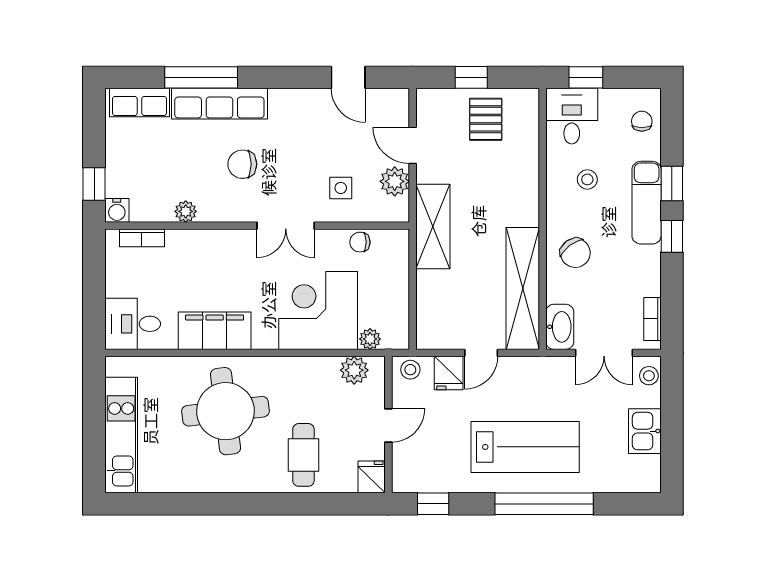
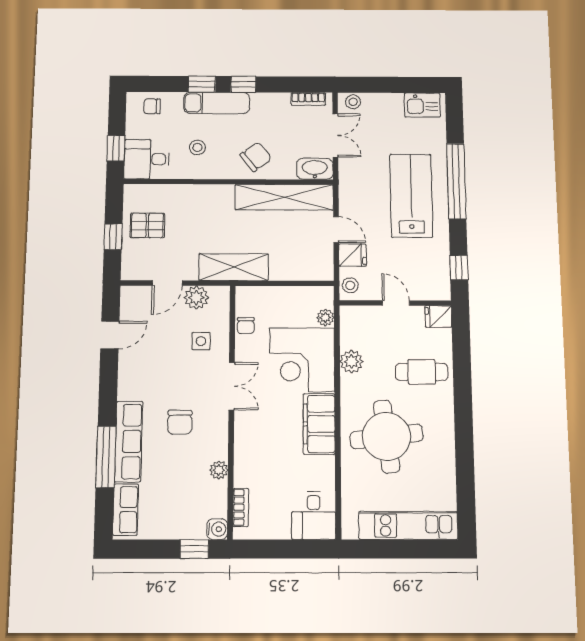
filing cabinet: (215, 331) -> (319, 424), moved
plant: (354, 370) -> (351, 362), moved
kitchen sink: (645, 431) -> (422, 105), moved

